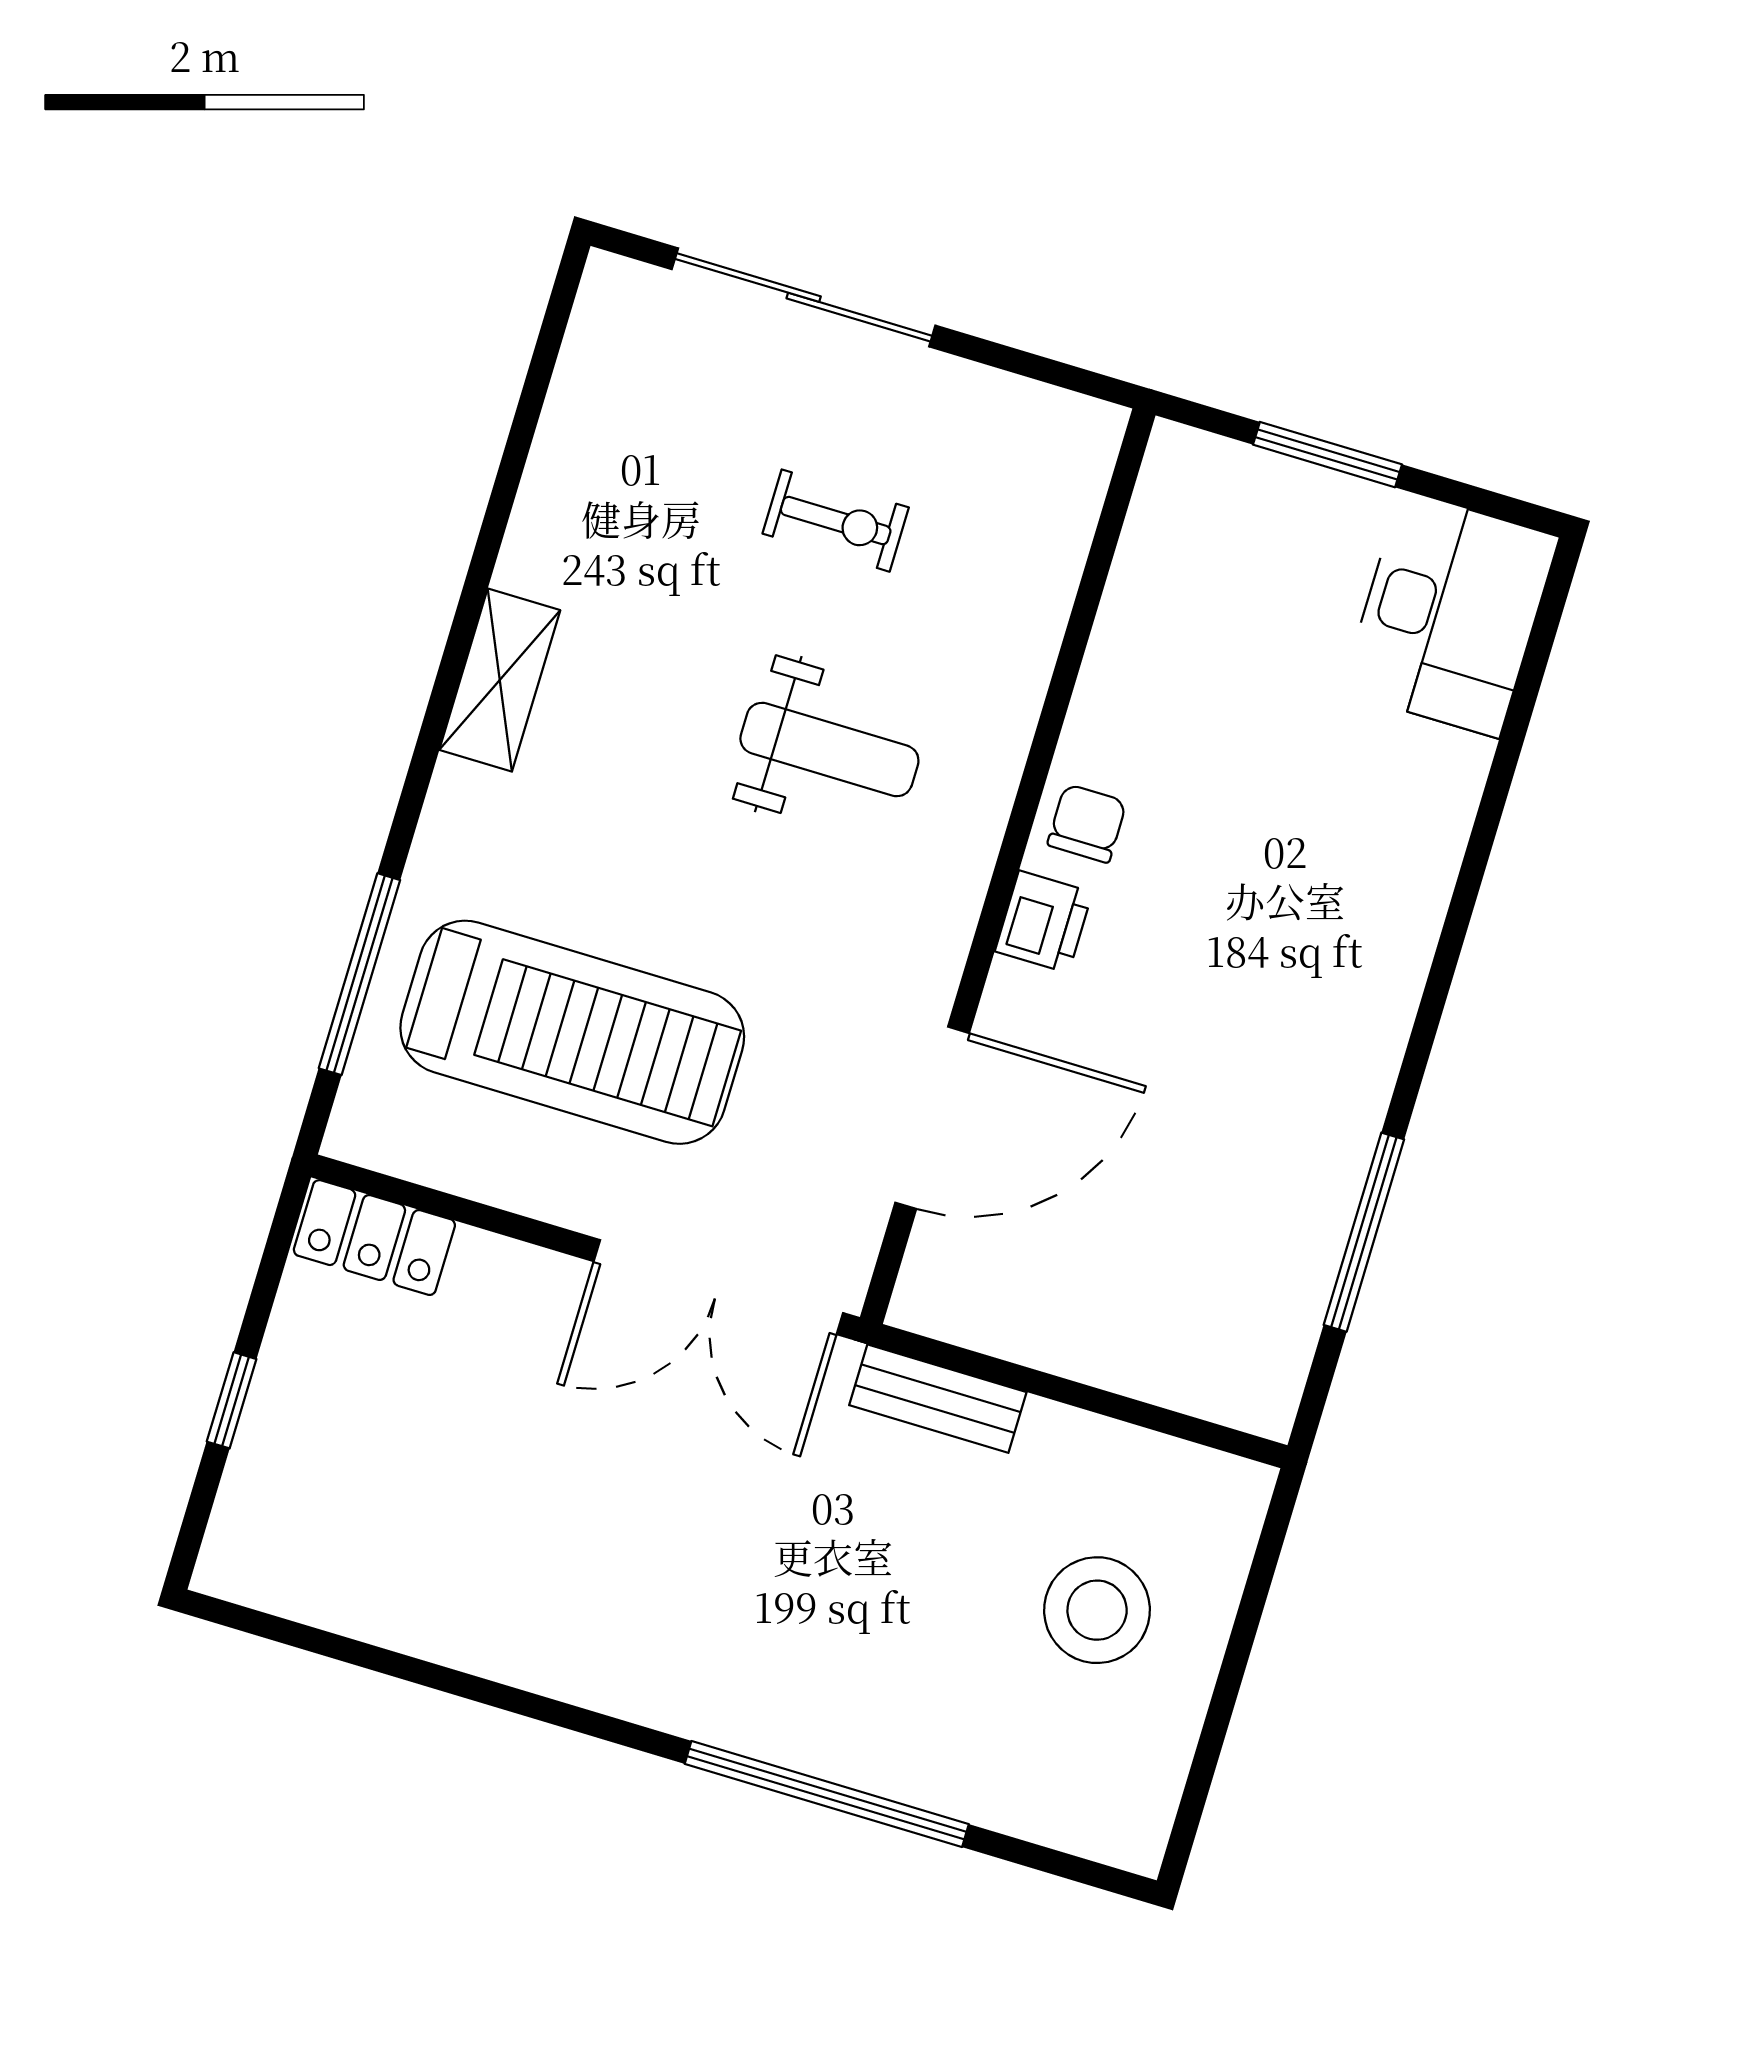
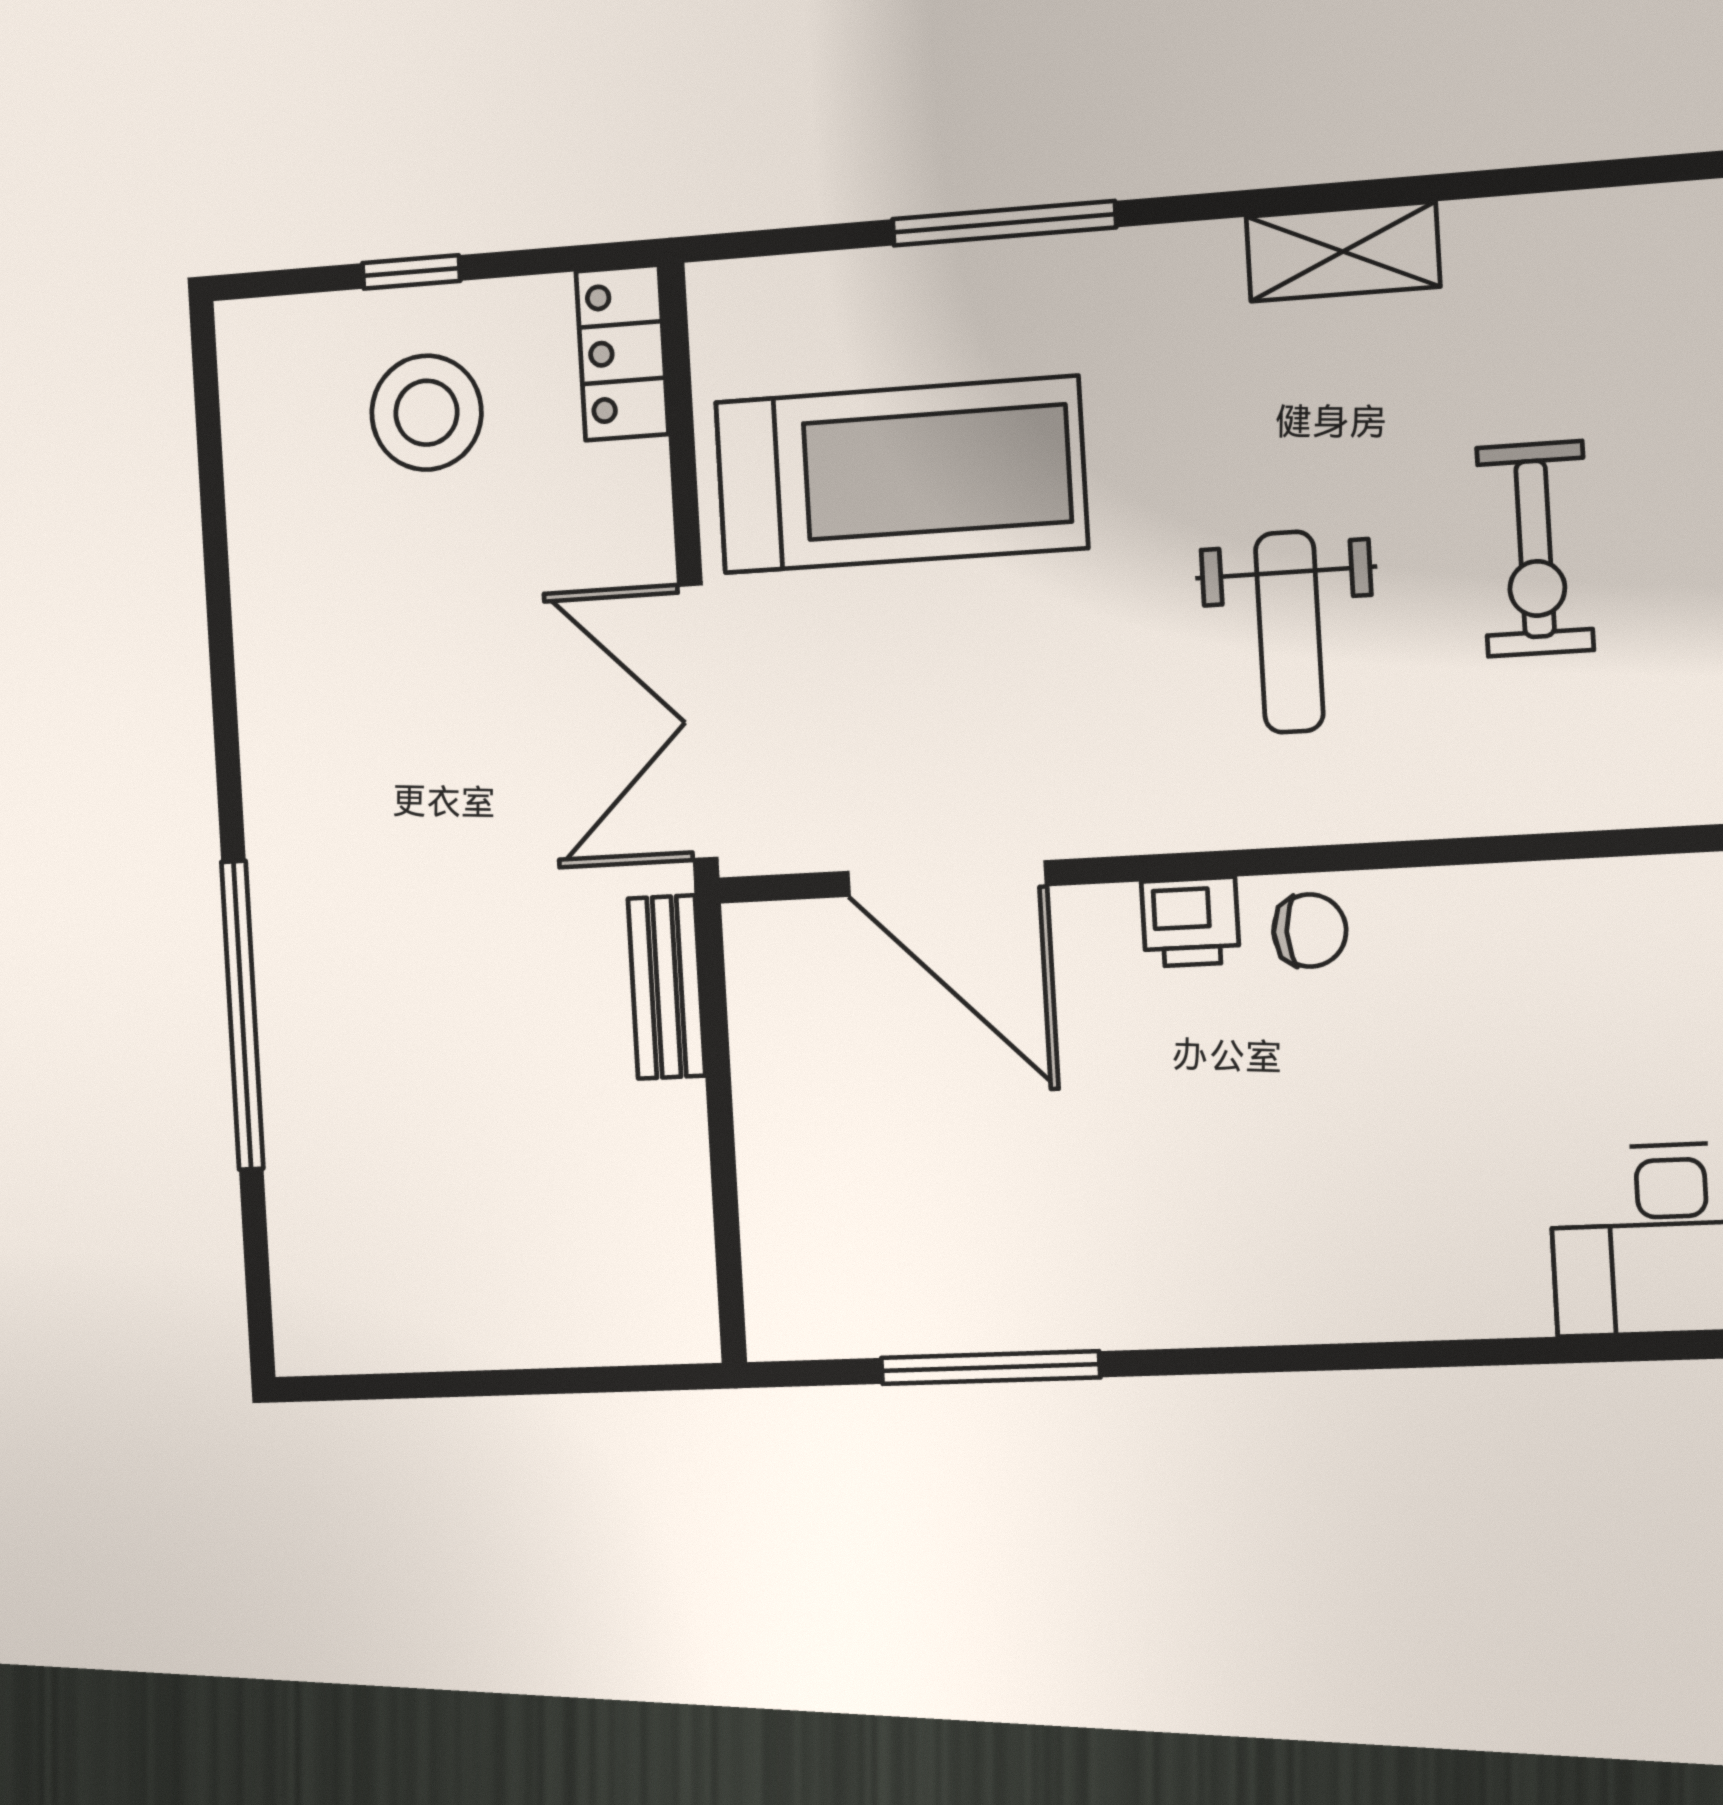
exercise bike: (836, 521) -> (1535, 549), width x1.38, depth x1.39
shelving: (500, 680) -> (1343, 252), moved
window: (359, 974) -> (1004, 223), moved
treadmill: (572, 1032) -> (901, 475), turned -90
stool: (1097, 1610) -> (426, 413), moved

